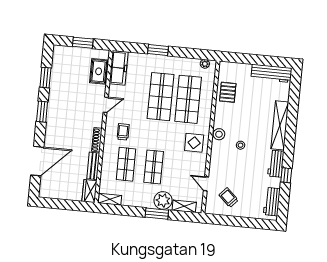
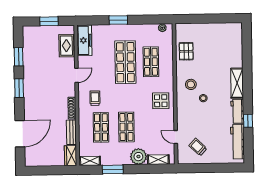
workbench: (272, 73) -> (224, 30), removed
shop shelf: (188, 99) -> (151, 62), width x0.70, depth x0.74
shelving: (280, 125) -> (237, 83), width x0.68
stool: (219, 134) -> (191, 84), moved
workbench: (272, 202) -> (238, 142), width x1.38
window: (157, 214) -> (113, 169), moved

